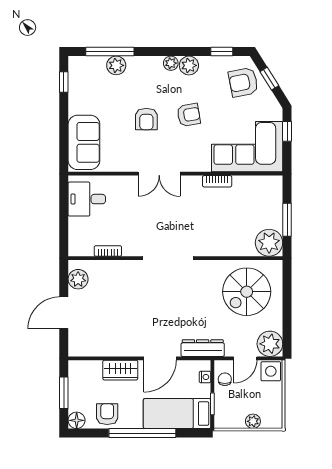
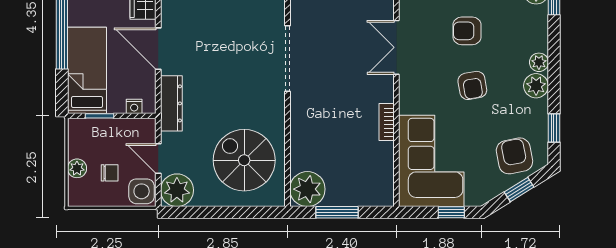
chair: (225, 379) -> (110, 173), moved

